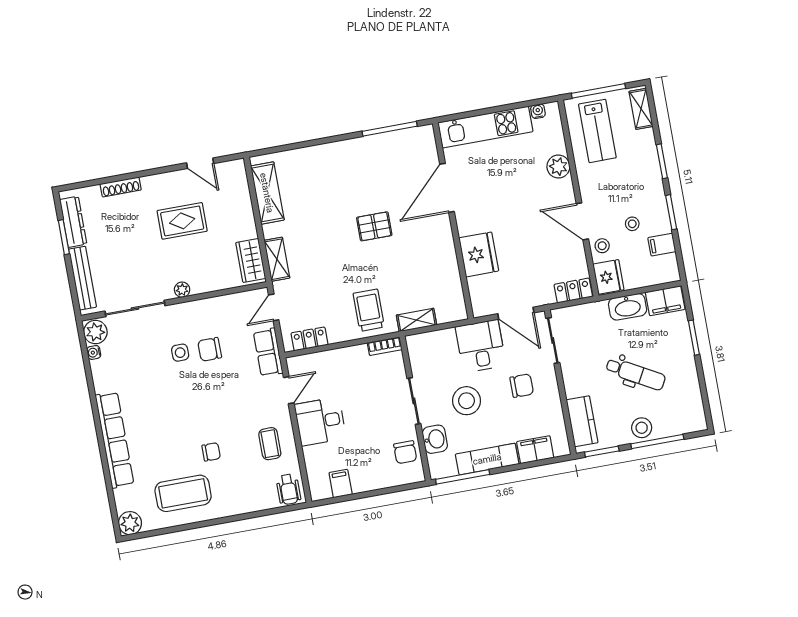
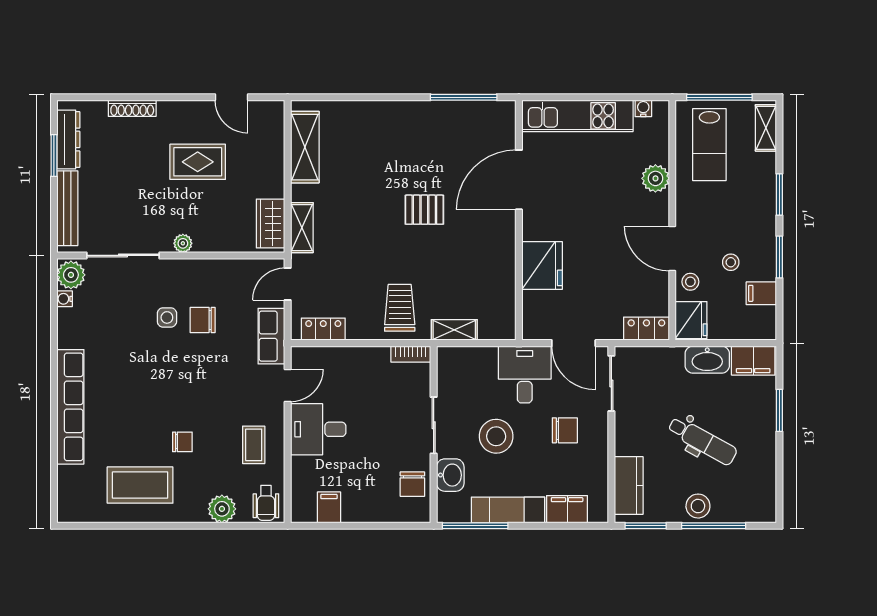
plant: (130, 523) -> (222, 509), moved

